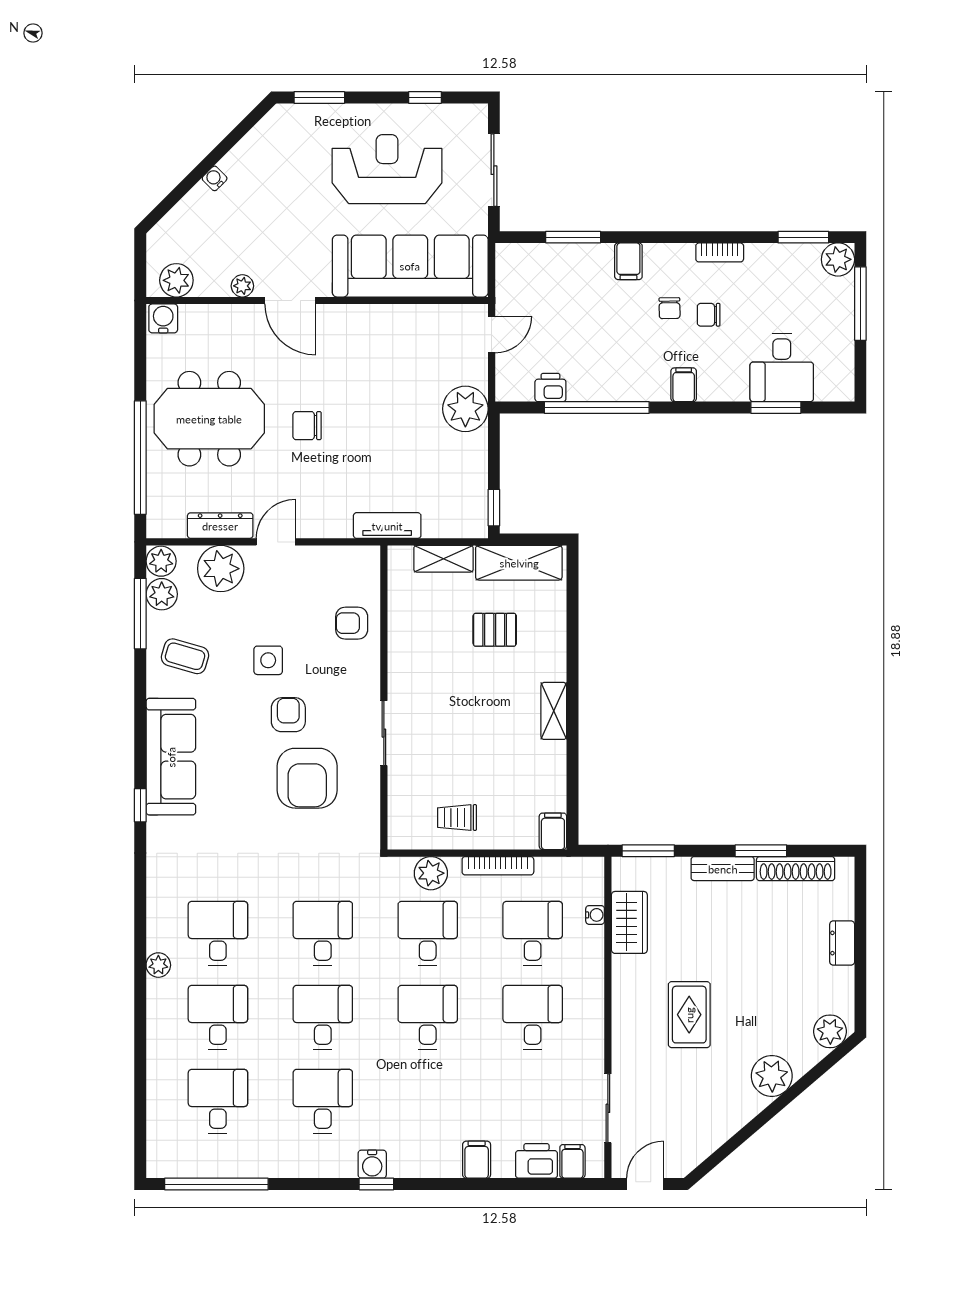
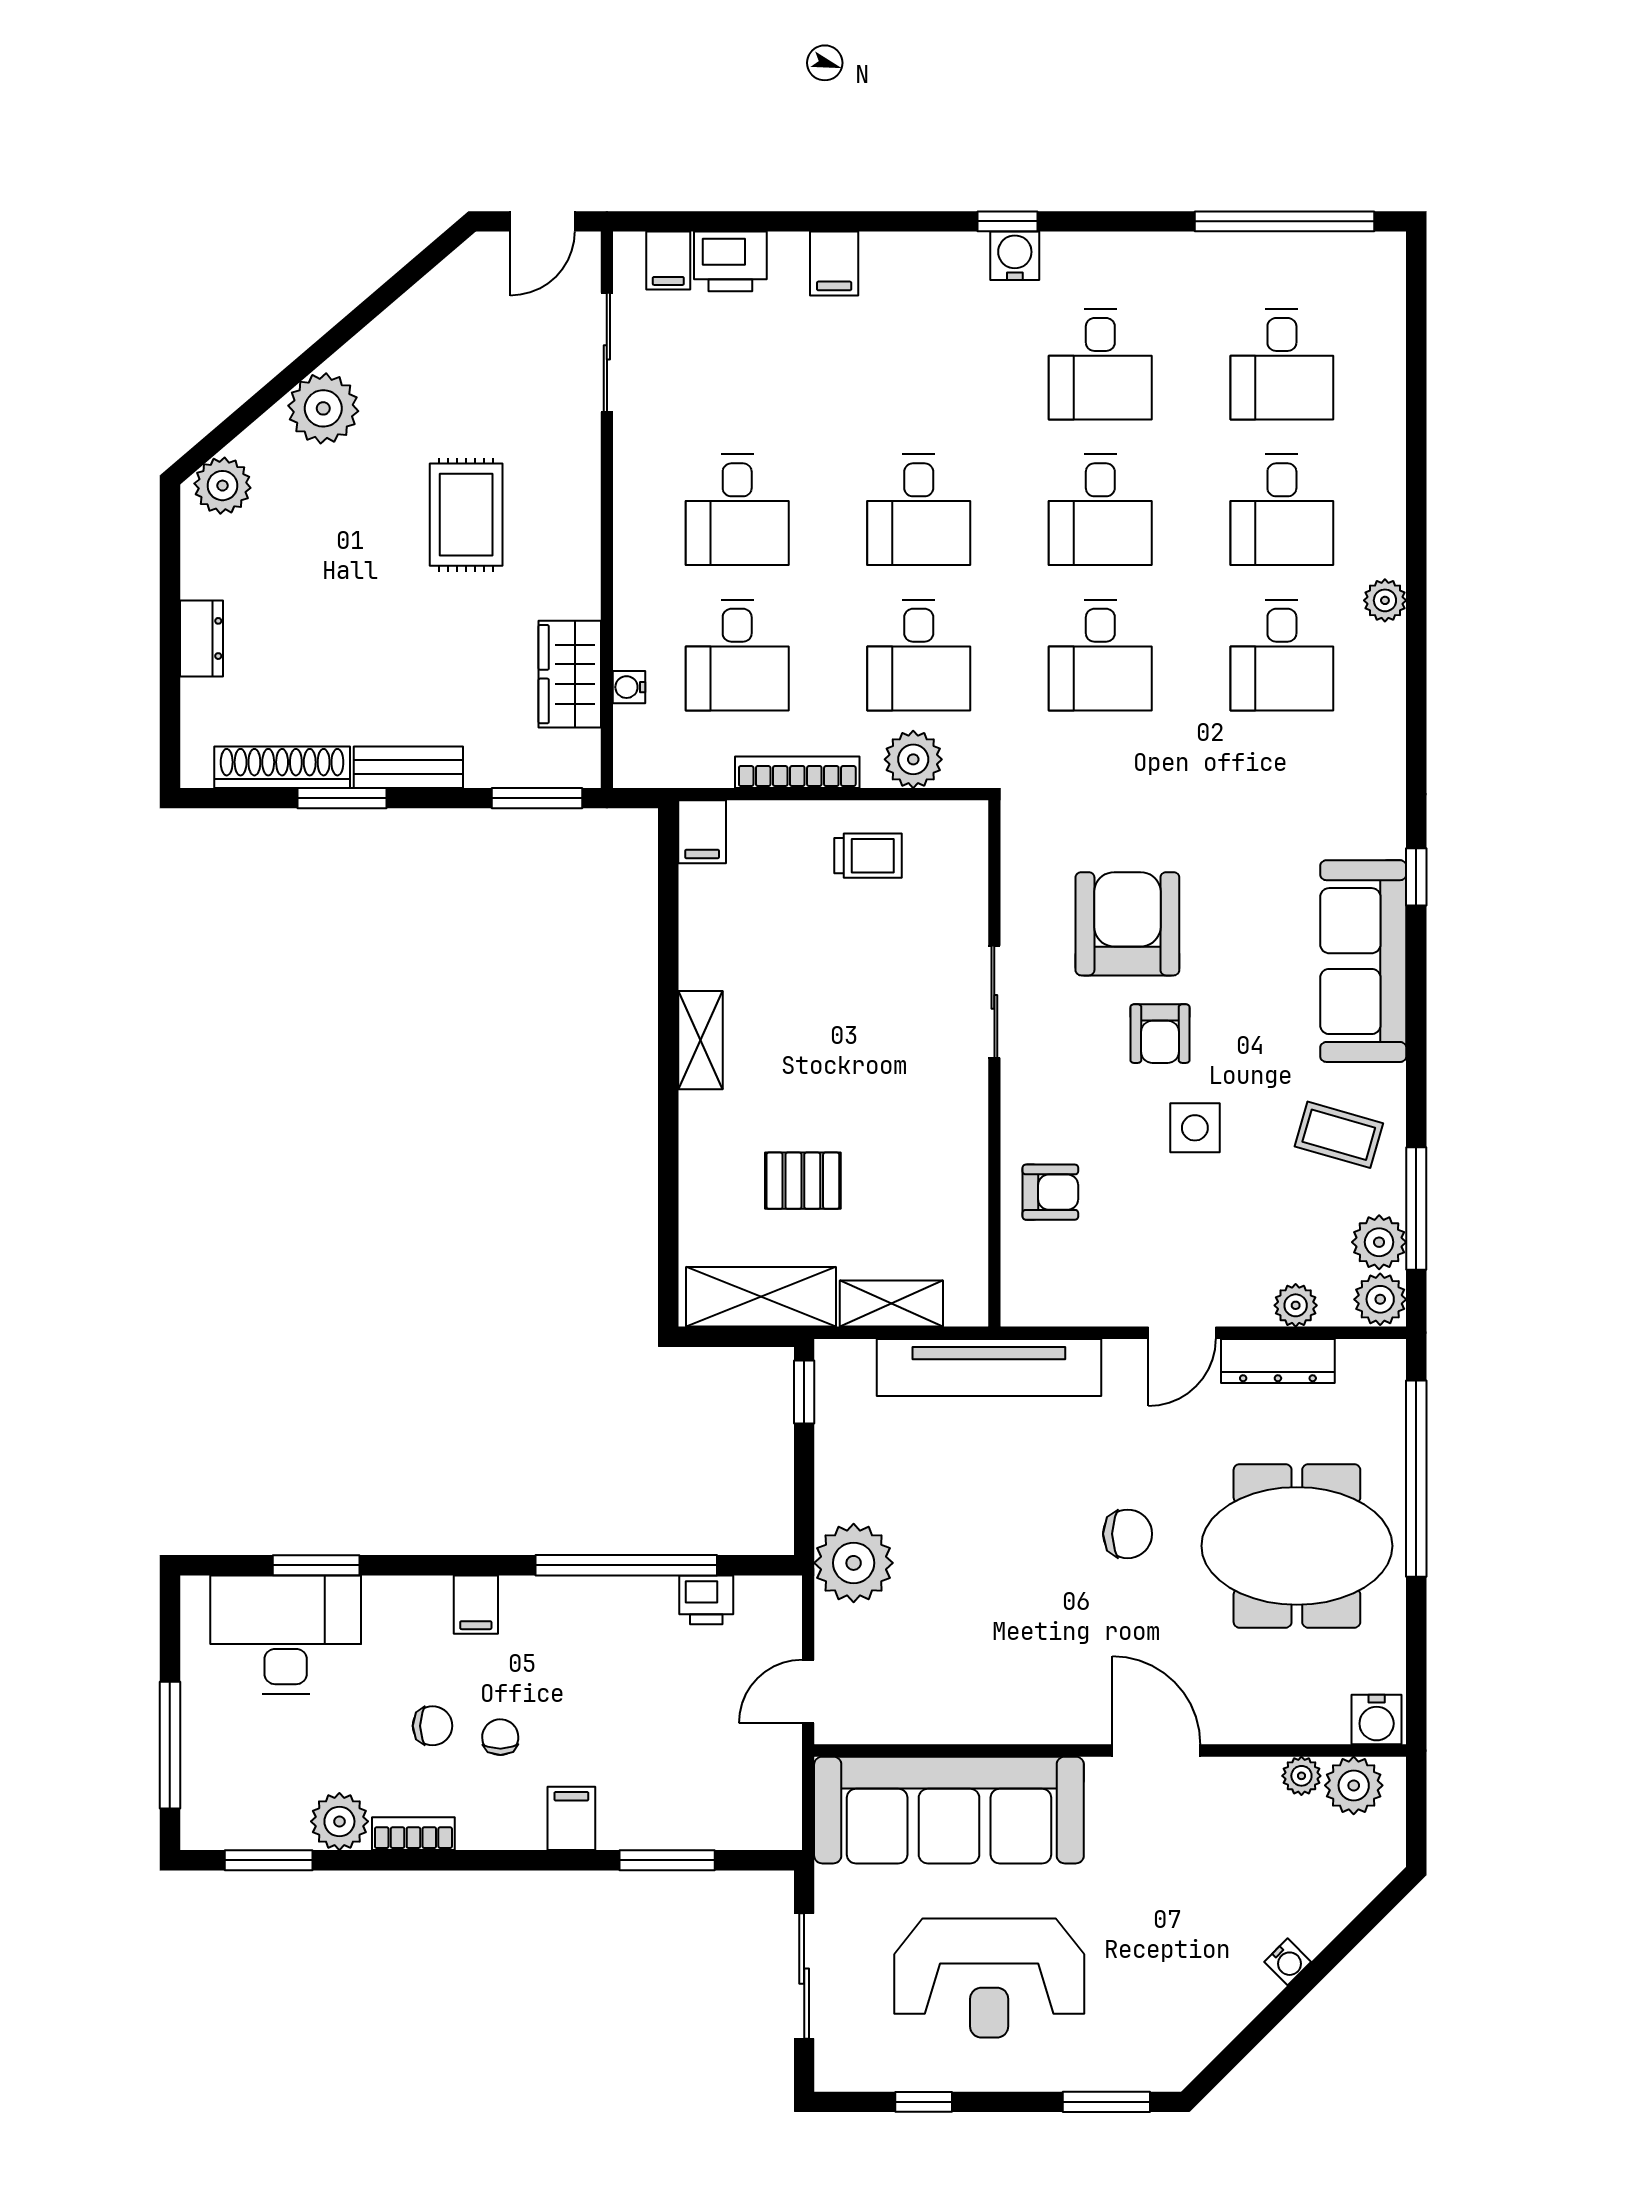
plant: (838, 259) -> (339, 1821), moved
plant: (242, 286) -> (1301, 1776), moved
desk: (782, 367) -> (286, 1635), width x1.37
tv unit: (387, 526) -> (989, 1367), width x1.92, depth x1.29
plant: (221, 569) -> (1296, 1305), width x0.53, depth x0.53

